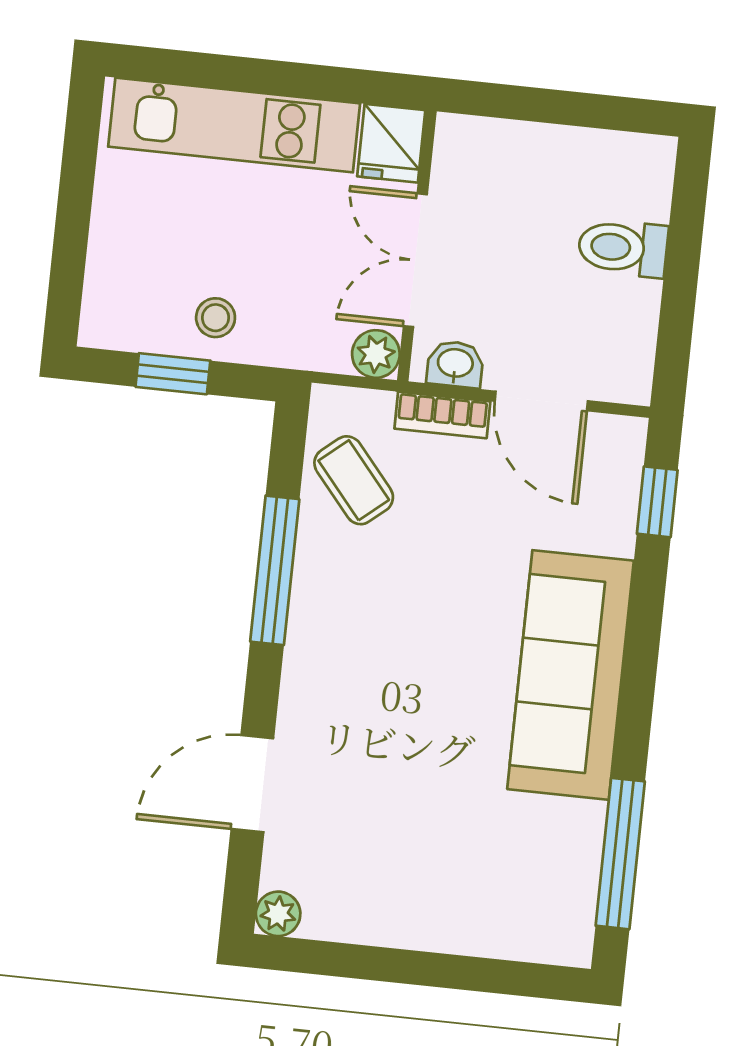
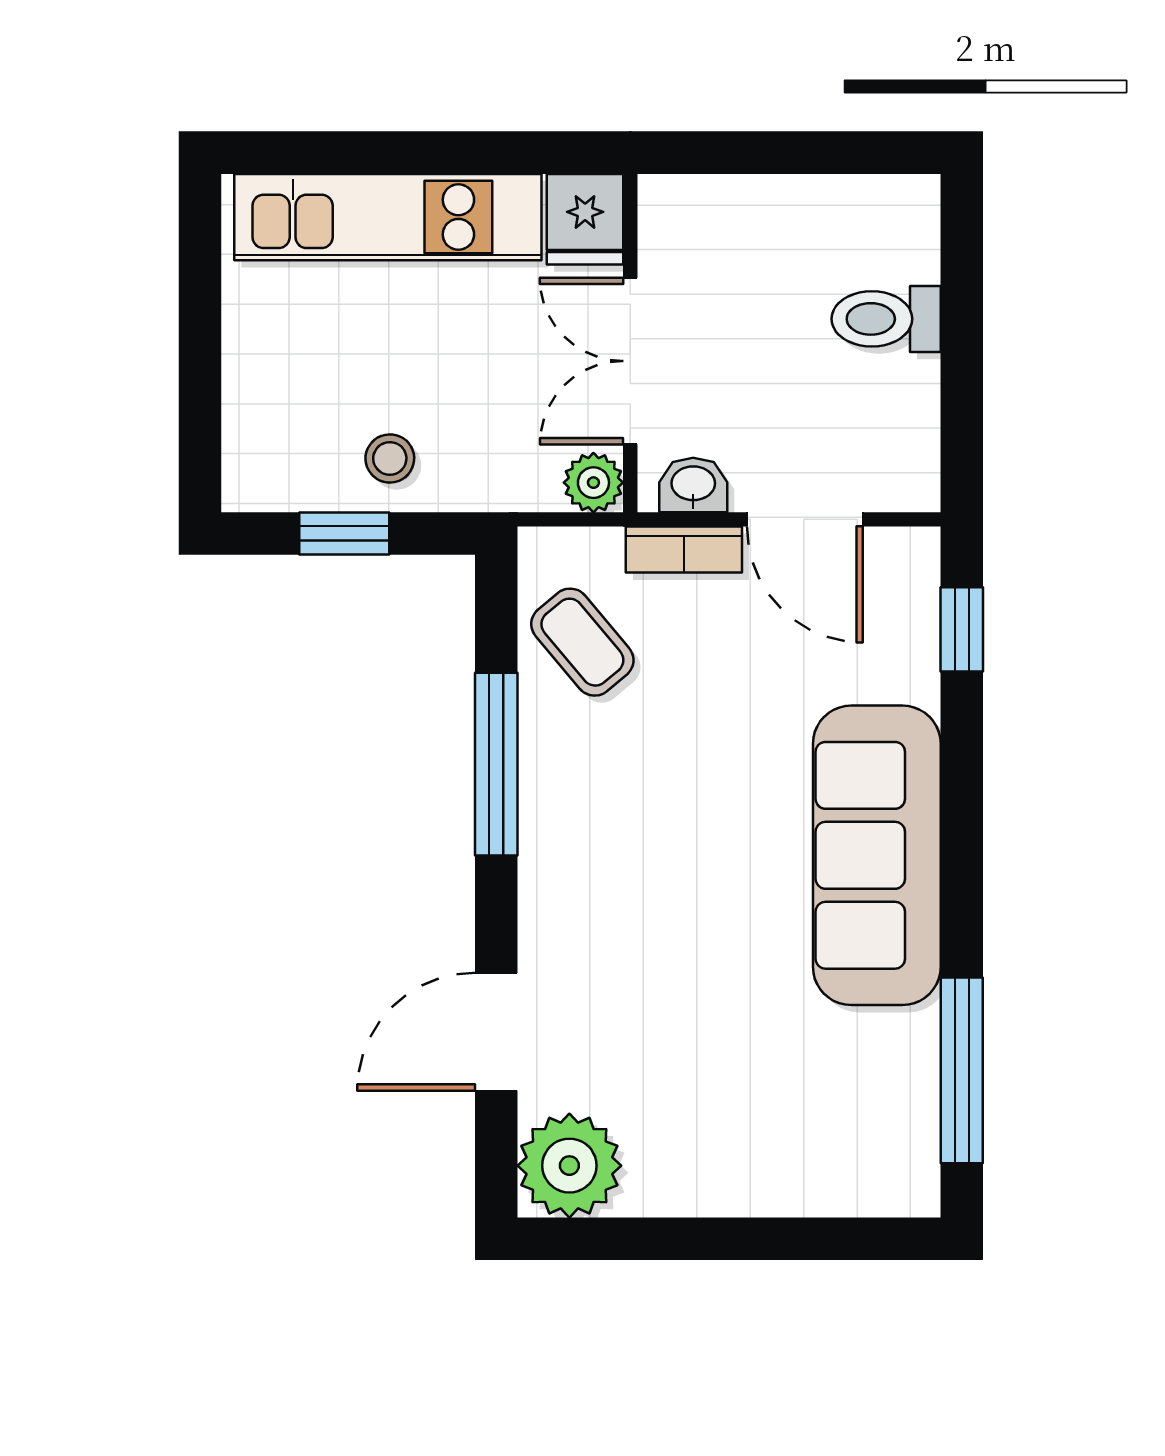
plant: (278, 914) -> (569, 1166), width x1.87, depth x1.87

